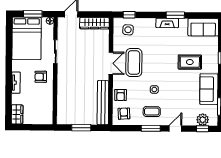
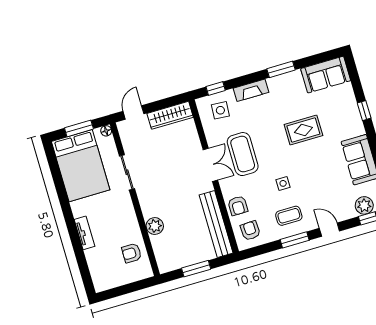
fireplace: (167, 23) -> (251, 90), moved
rug: (190, 62) -> (303, 130), moved
armchair: (41, 77) -> (132, 253), moved
plant: (63, 92) -> (155, 226), added
wardrobe: (17, 114) -> (100, 277), removed
door: (175, 128) -> (329, 230), hinge flipped

